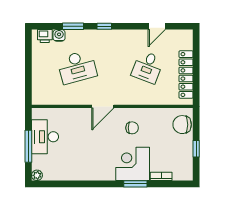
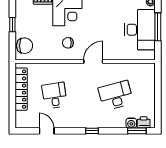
window: (73, 26) -> (137, 131), moved
door: (157, 26) -> (47, 131), hinge flipped
desk: (148, 67) -> (55, 95), turned -30
desk: (45, 137) -> (140, 30), width x1.36, depth x1.30

